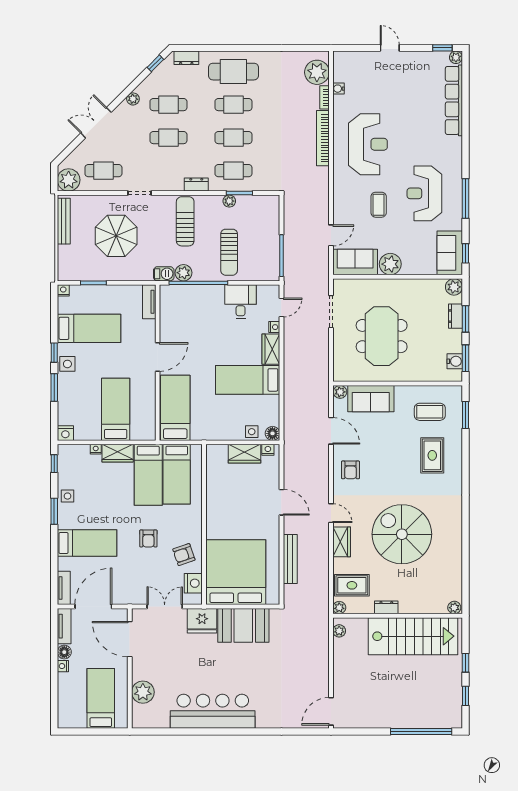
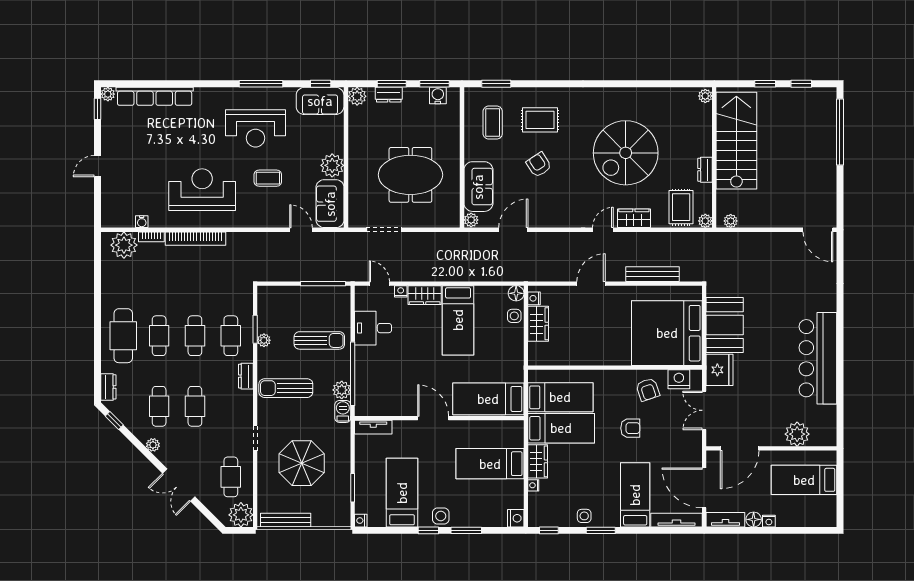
armchair: (350, 470) -> (539, 165), moved, turned -123
tv unit: (64, 588) -> (677, 520), width x1.41

